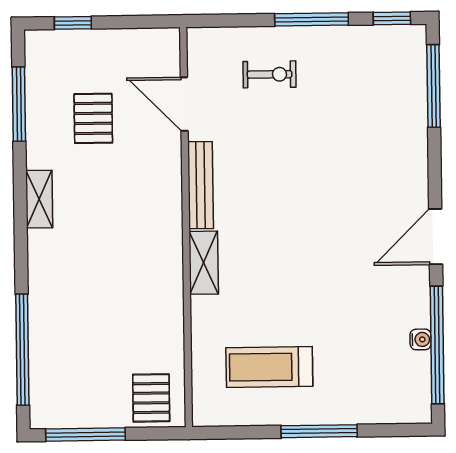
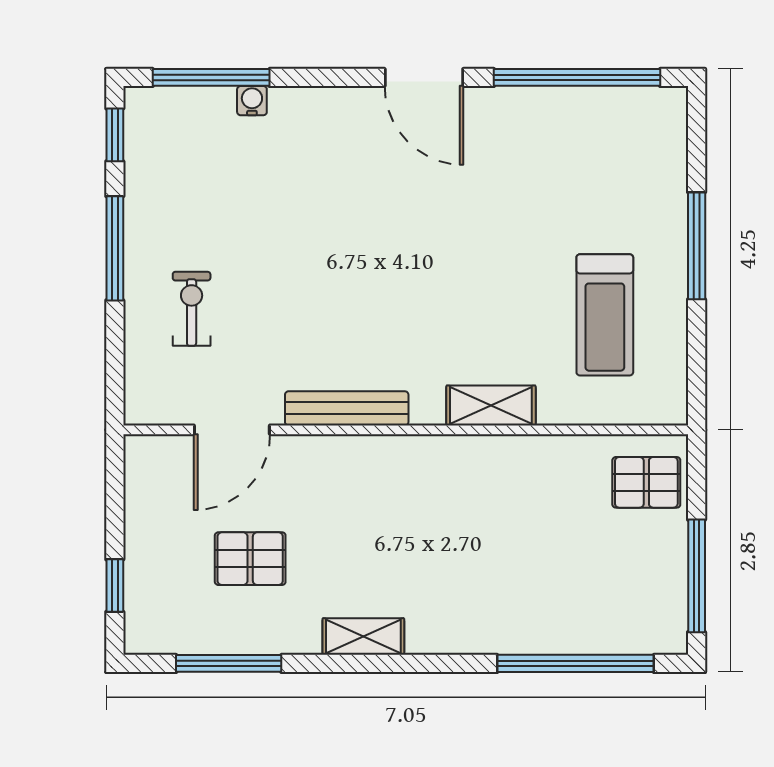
shelving: (204, 263) -> (491, 406), moved
water cooler: (421, 339) -> (252, 101), moved

